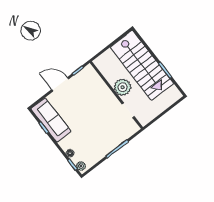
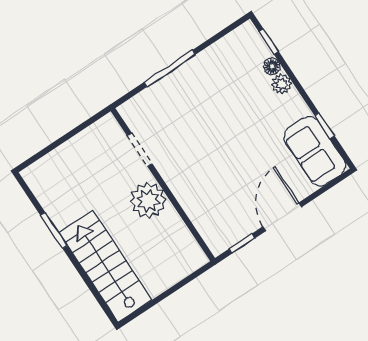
stairs: (142, 65) -> (105, 266), width x0.73, depth x0.66
door: (60, 84) -> (282, 217), swing flipped
sofa: (51, 120) -> (315, 151), width x0.73
plant: (81, 166) -> (282, 84), moved

